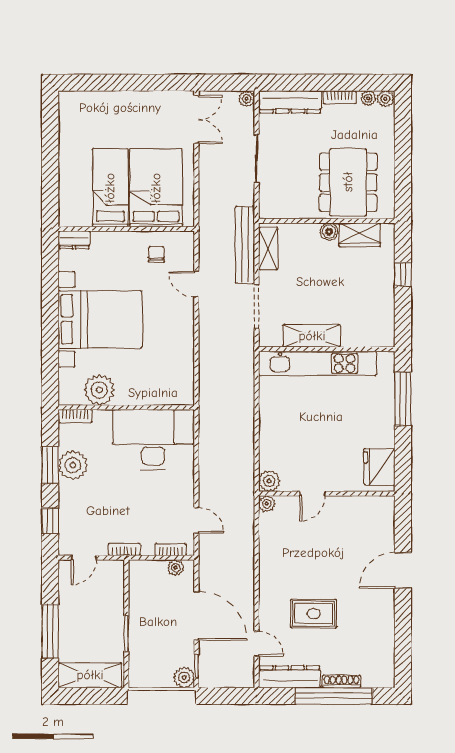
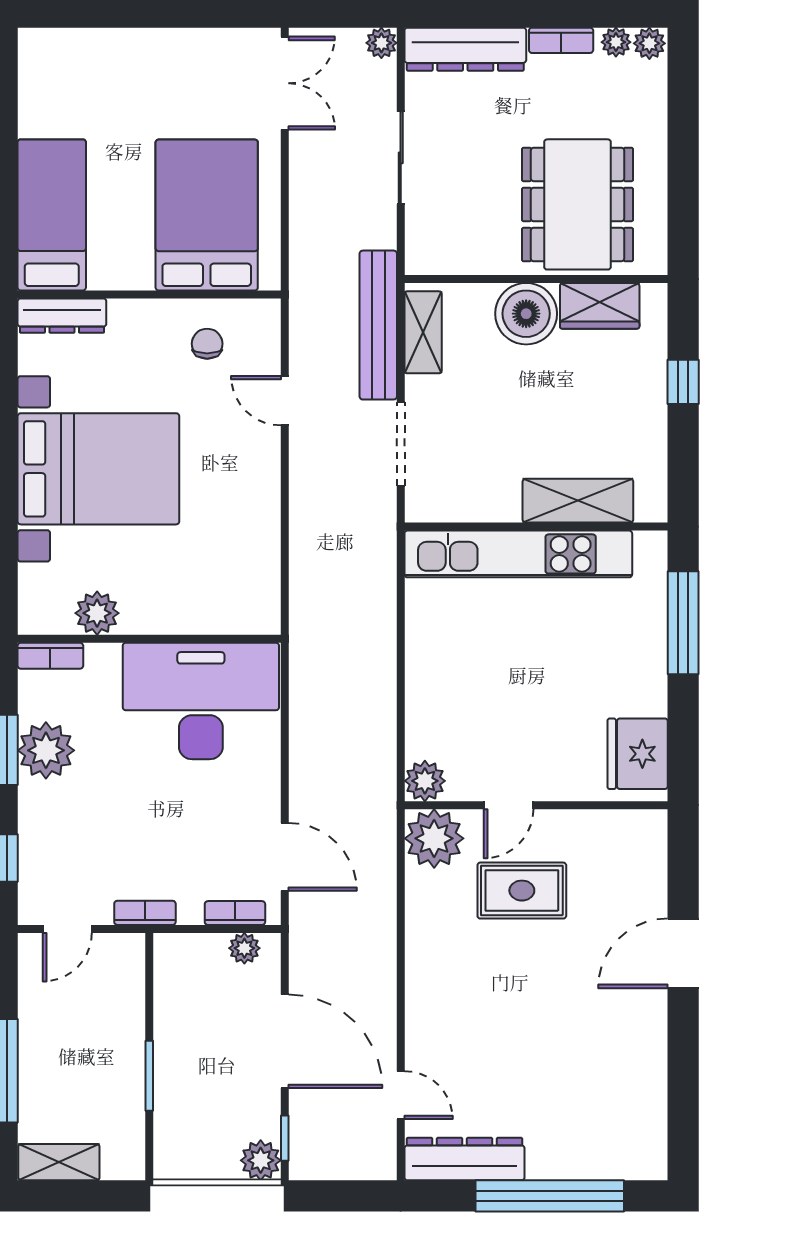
bed: (110, 188) -> (52, 215), moved
boiler: (329, 232) -> (526, 314), width x1.86, depth x1.86
dresser: (74, 240) -> (62, 316), width x1.44
shelving: (312, 336) -> (578, 501), moved
plant: (99, 390) -> (97, 613), width x0.73, depth x0.73
plant: (267, 504) -> (434, 838), width x1.88, depth x1.88
door: (196, 520) -> (285, 857), width x1.38
rug: (314, 614) -> (522, 891), moved
shelving: (90, 675) -> (59, 1162), width x0.67, depth x0.75
shoe rack: (342, 681) -> (565, 1168), removed

